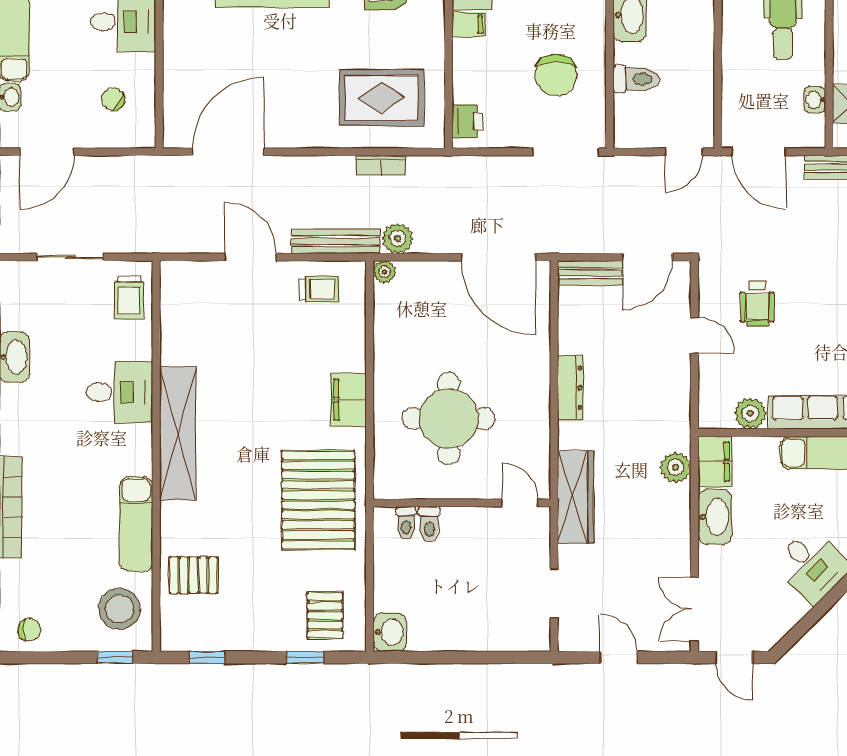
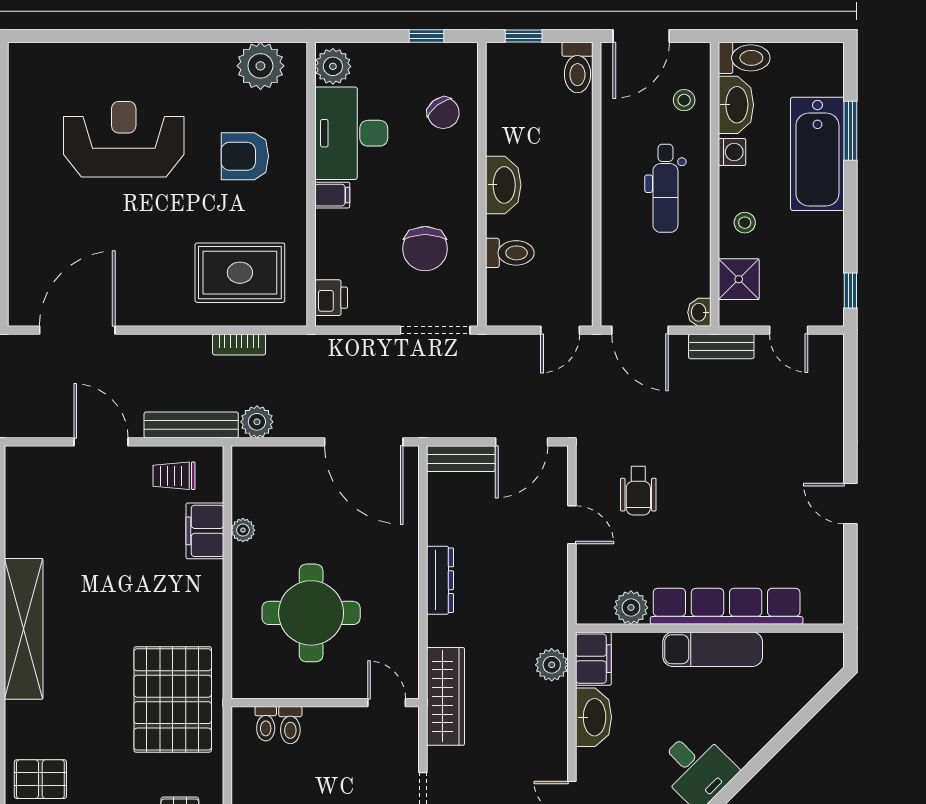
washbasin: (815, 100) -> (699, 312), moved
plant: (384, 272) -> (243, 530), moved
trolley: (319, 289) -> (174, 476), turned 180
filing cabinet: (349, 400) -> (205, 531), moved

